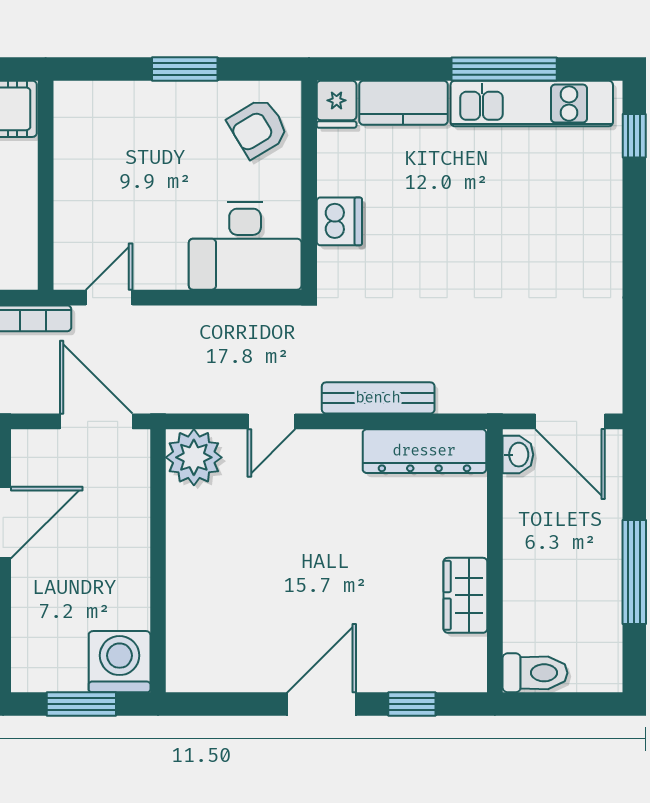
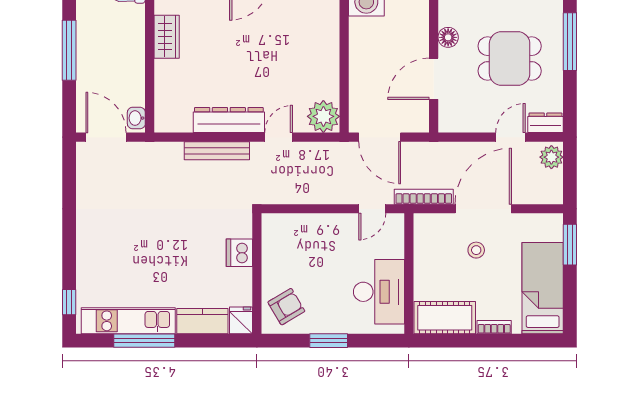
desk: (245, 246) -> (379, 292), moved, turned 90
dresser: (424, 451) -> (229, 120), moved

